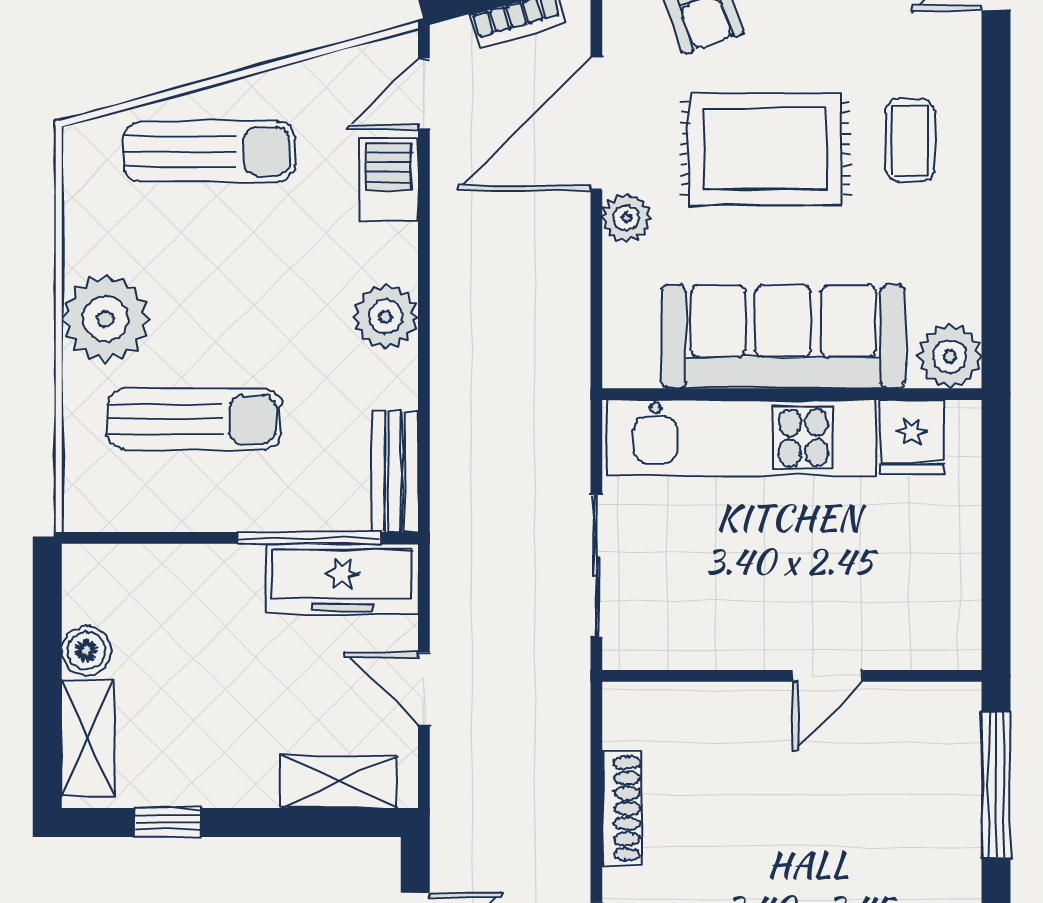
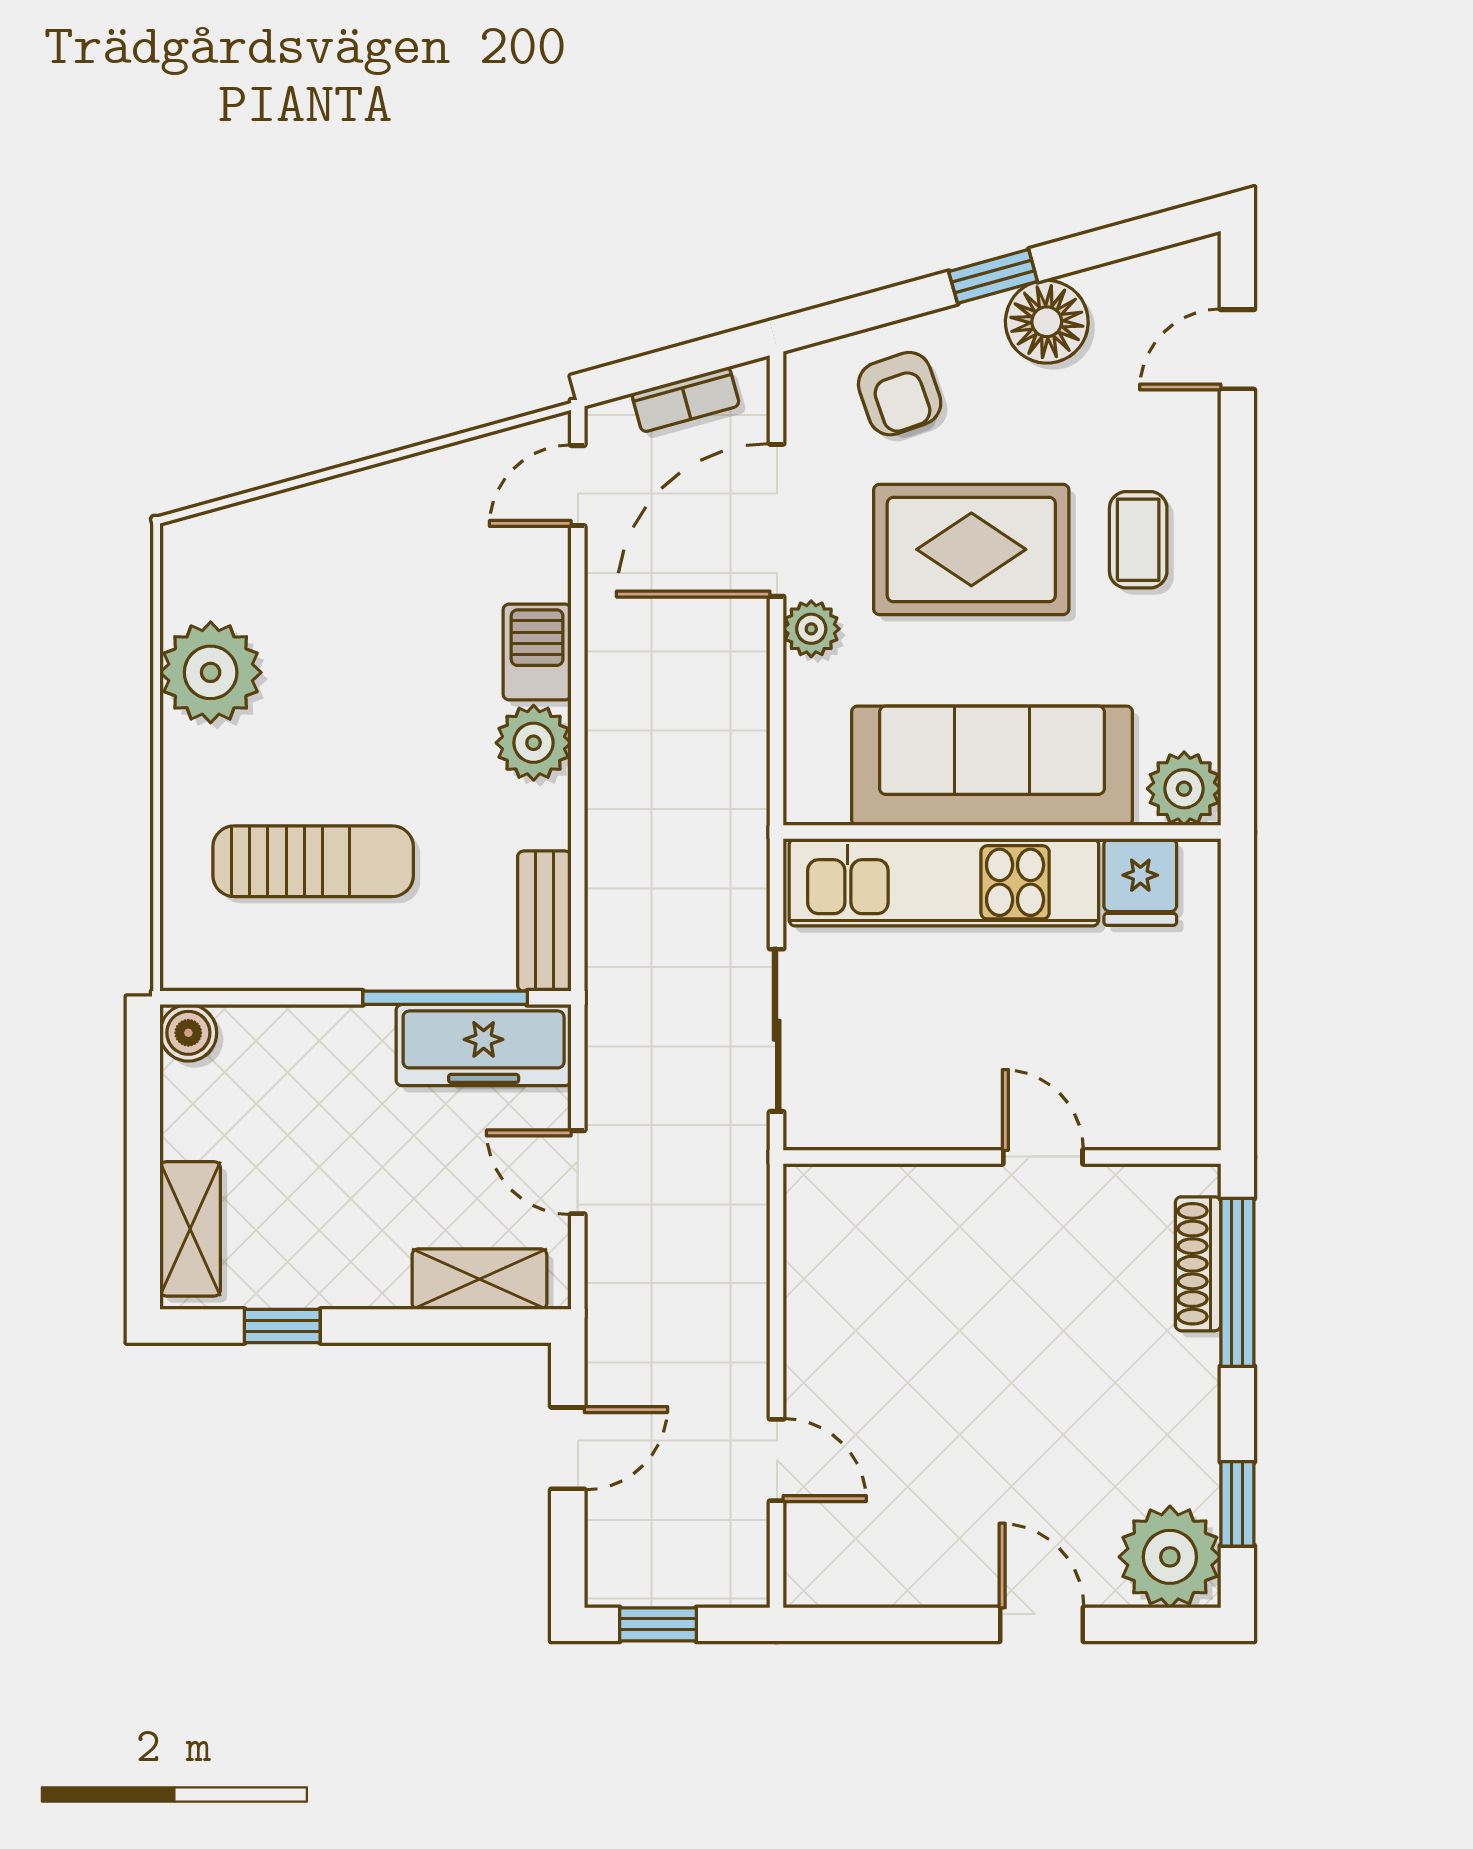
sun lounger: (209, 151) -> (330, 552), removed
barbecue: (389, 179) -> (537, 652), moved
plant: (106, 319) -> (211, 672), moved
boiler: (86, 651) -> (188, 1033), moved
door: (827, 676) -> (1043, 1157), swing flipped
shoe rack: (622, 808) -> (1198, 1264), moved, turned 180

